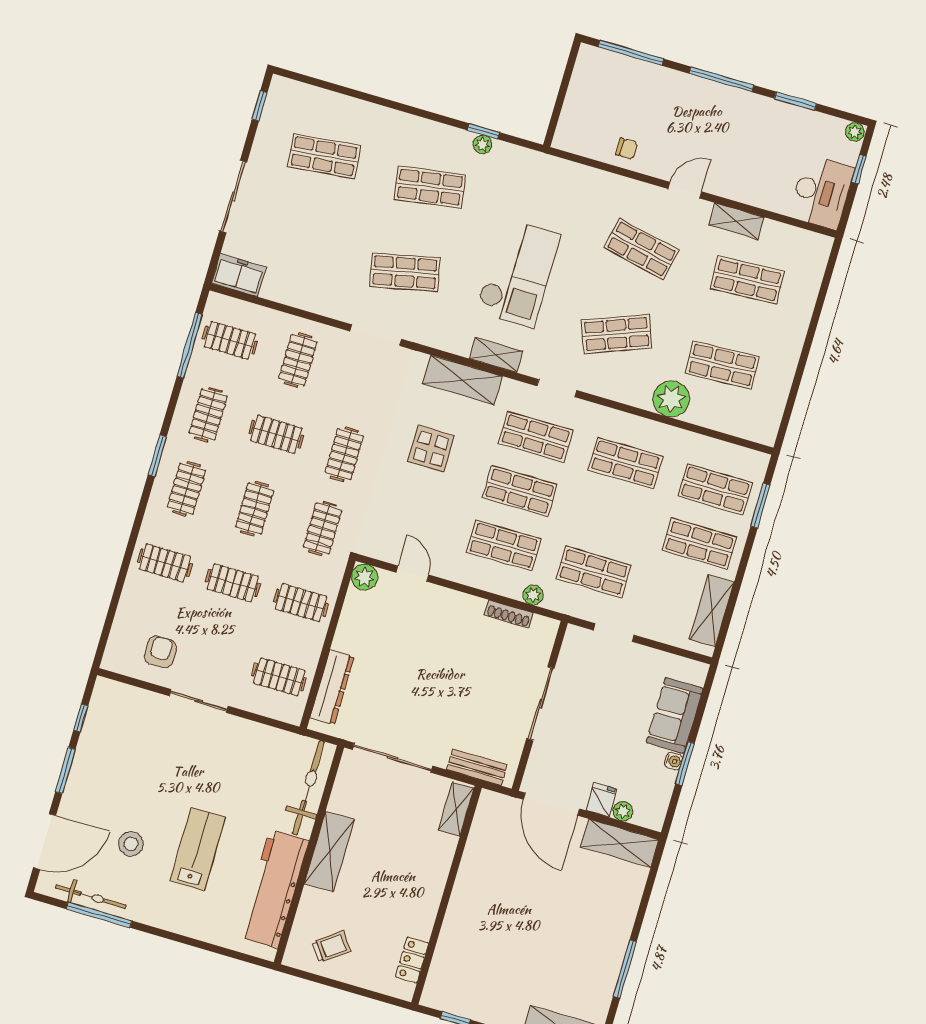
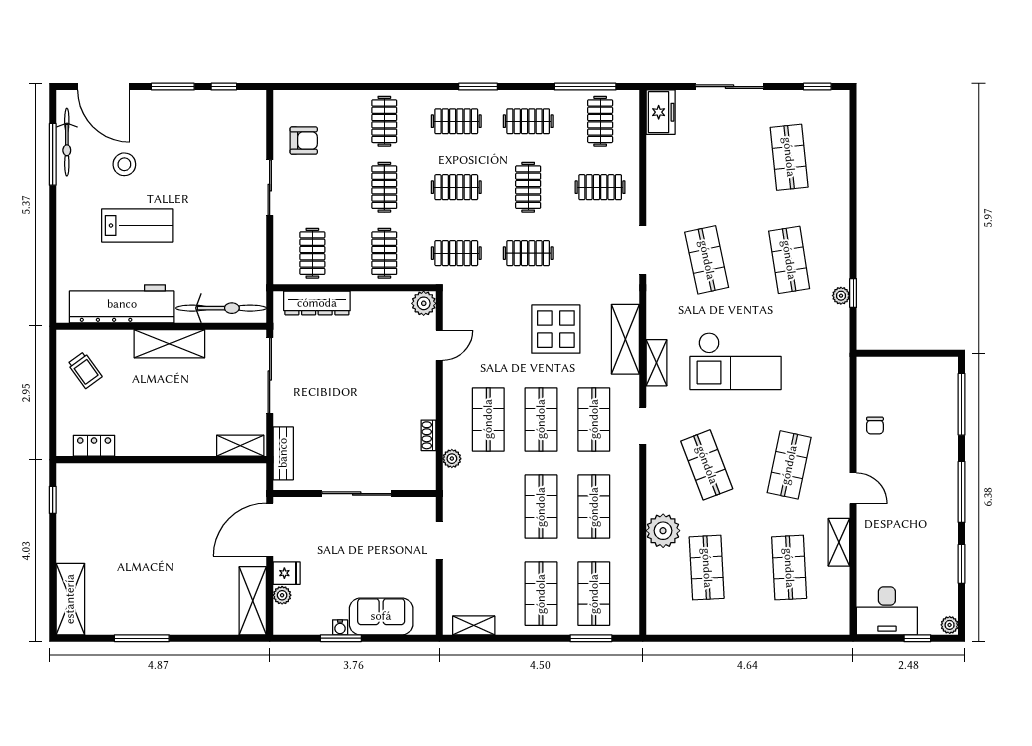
display table: (431, 449) -> (556, 329), width x1.36, depth x1.36
shop shelf: (594, 572) -> (541, 507), moved
shelving: (712, 611) -> (474, 625), width x0.67, depth x0.75
shoe rack: (509, 614) -> (428, 435), width x0.70

